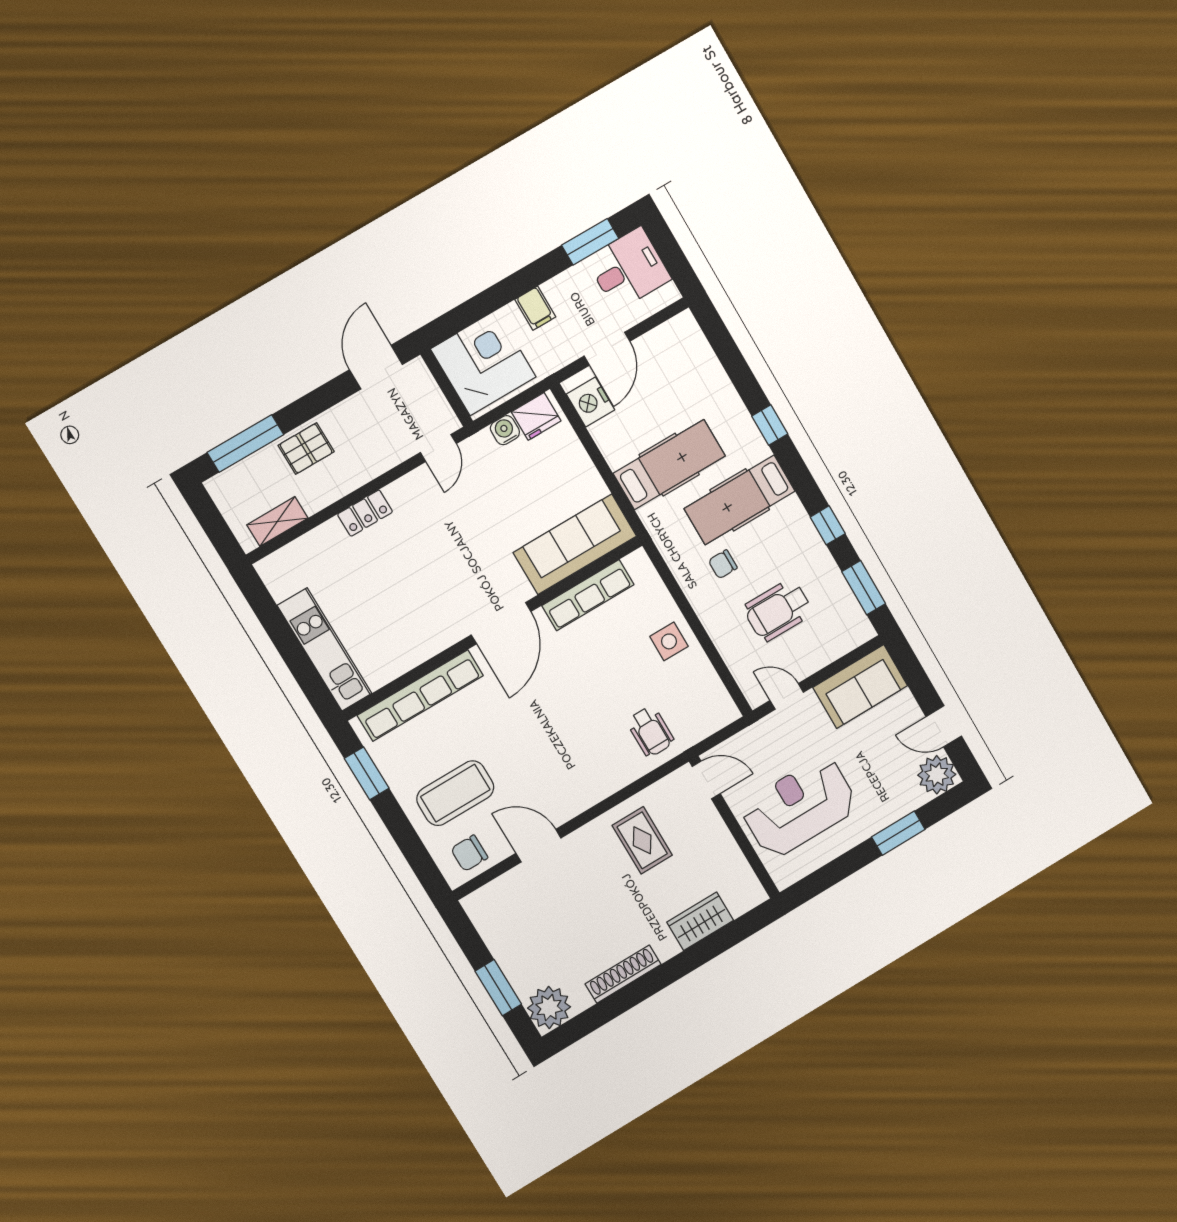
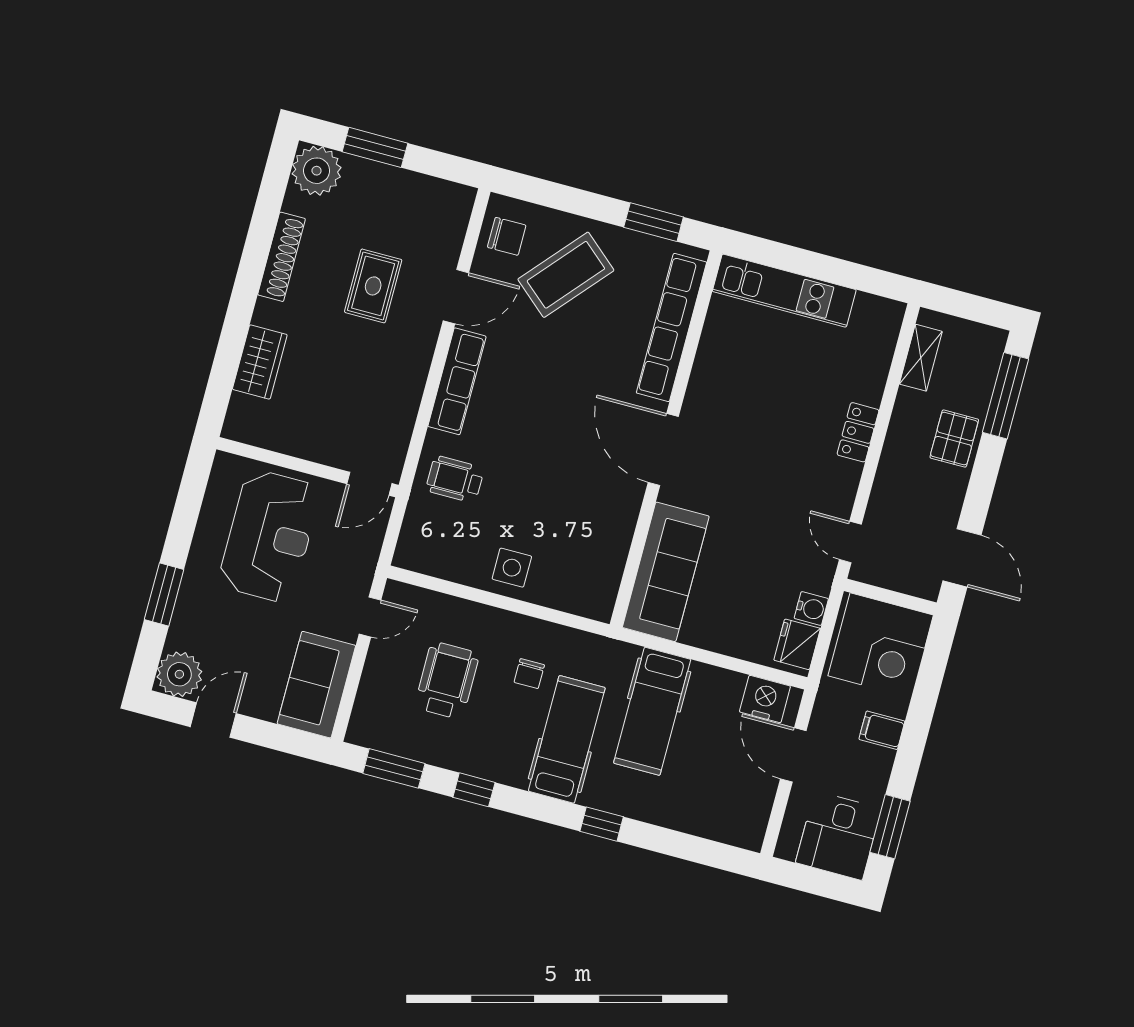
chair: (723, 564) -> (529, 674), turned 180
row of seats: (588, 595) -> (457, 381), moved, turned 180
coffee table: (455, 793) -> (566, 275), turned 41
rug: (642, 840) -> (373, 286), moved, turned 90
chair: (469, 853) -> (507, 236), turned 90

